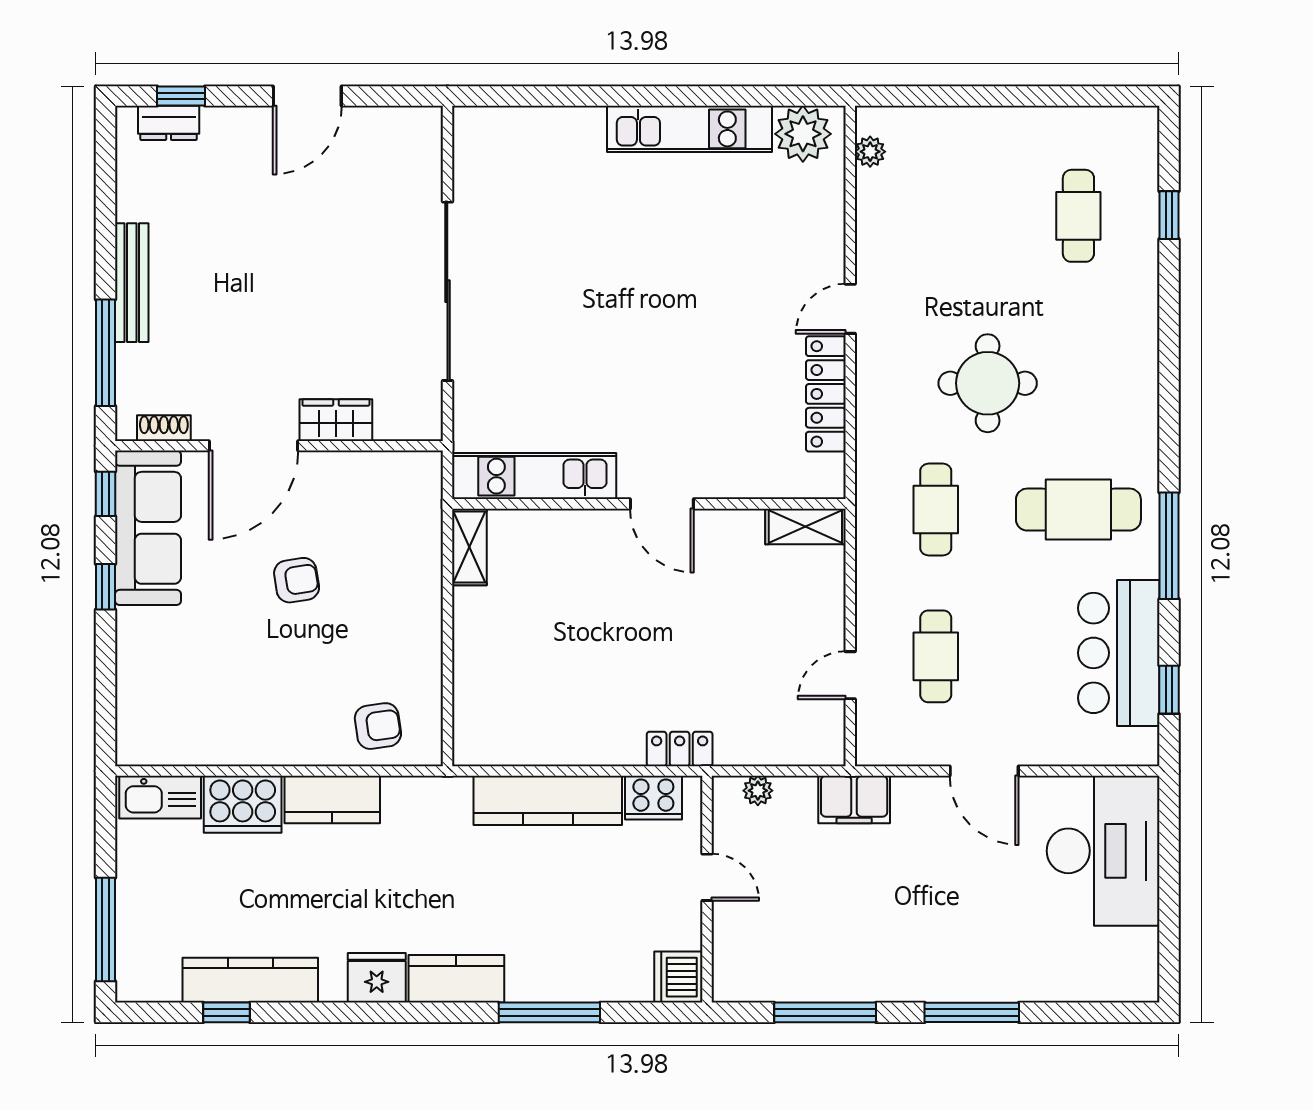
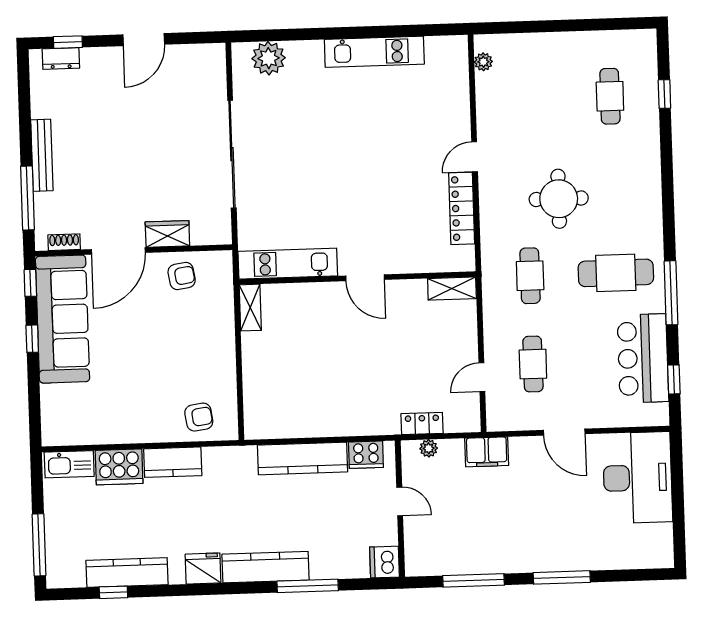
plant: (803, 134) -> (269, 58), moved
sofa: (148, 528) -> (62, 319), width x1.36, depth x1.27
armchair: (297, 580) -> (182, 276), moved
locker: (680, 749) -> (422, 423), moved
kitchen counter: (456, 979) -> (265, 567), width x1.50

